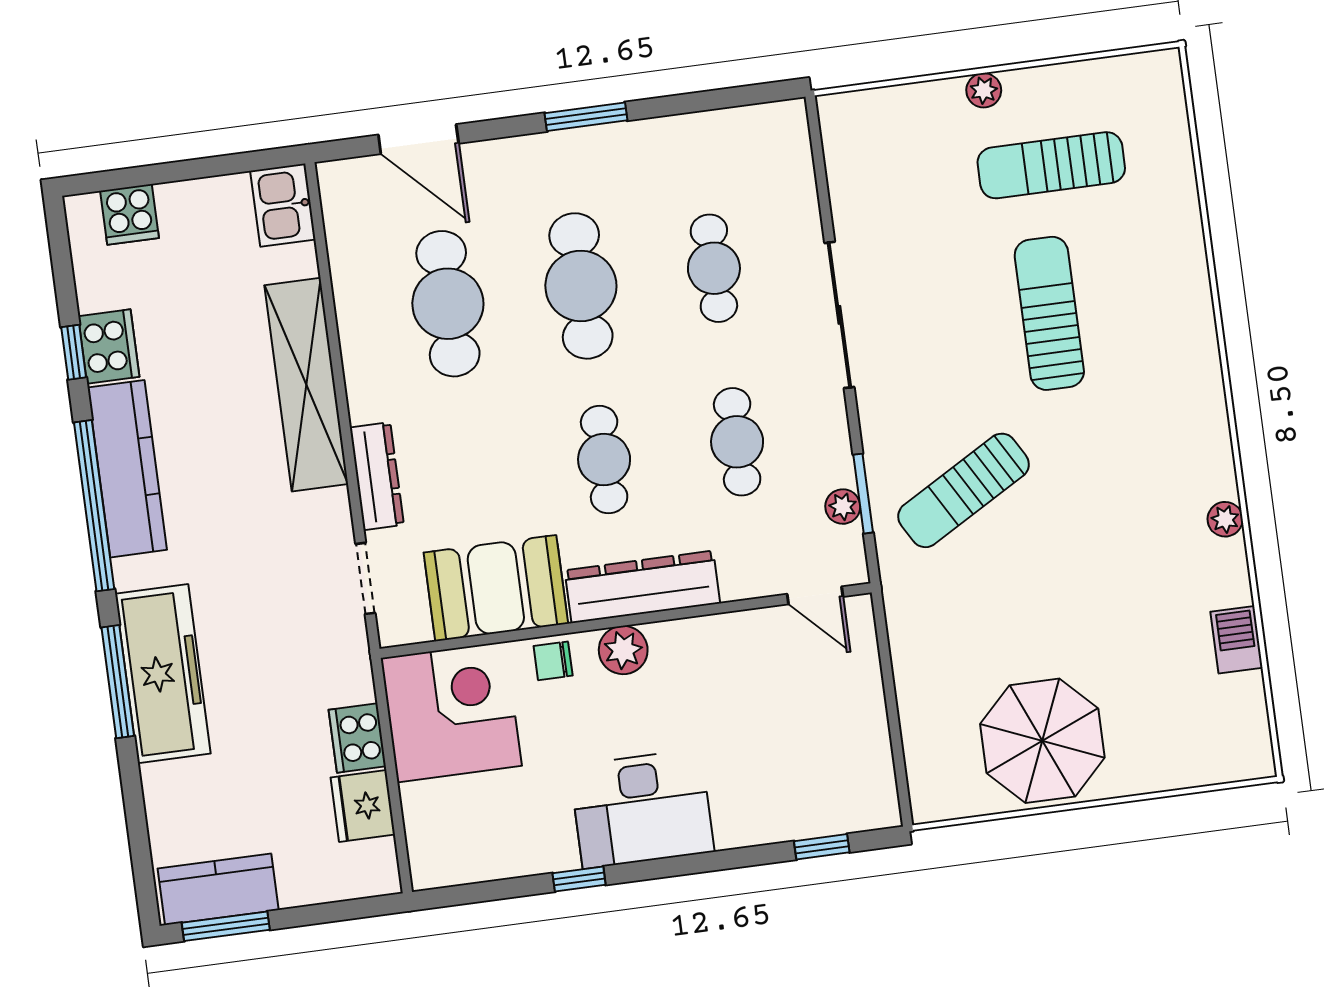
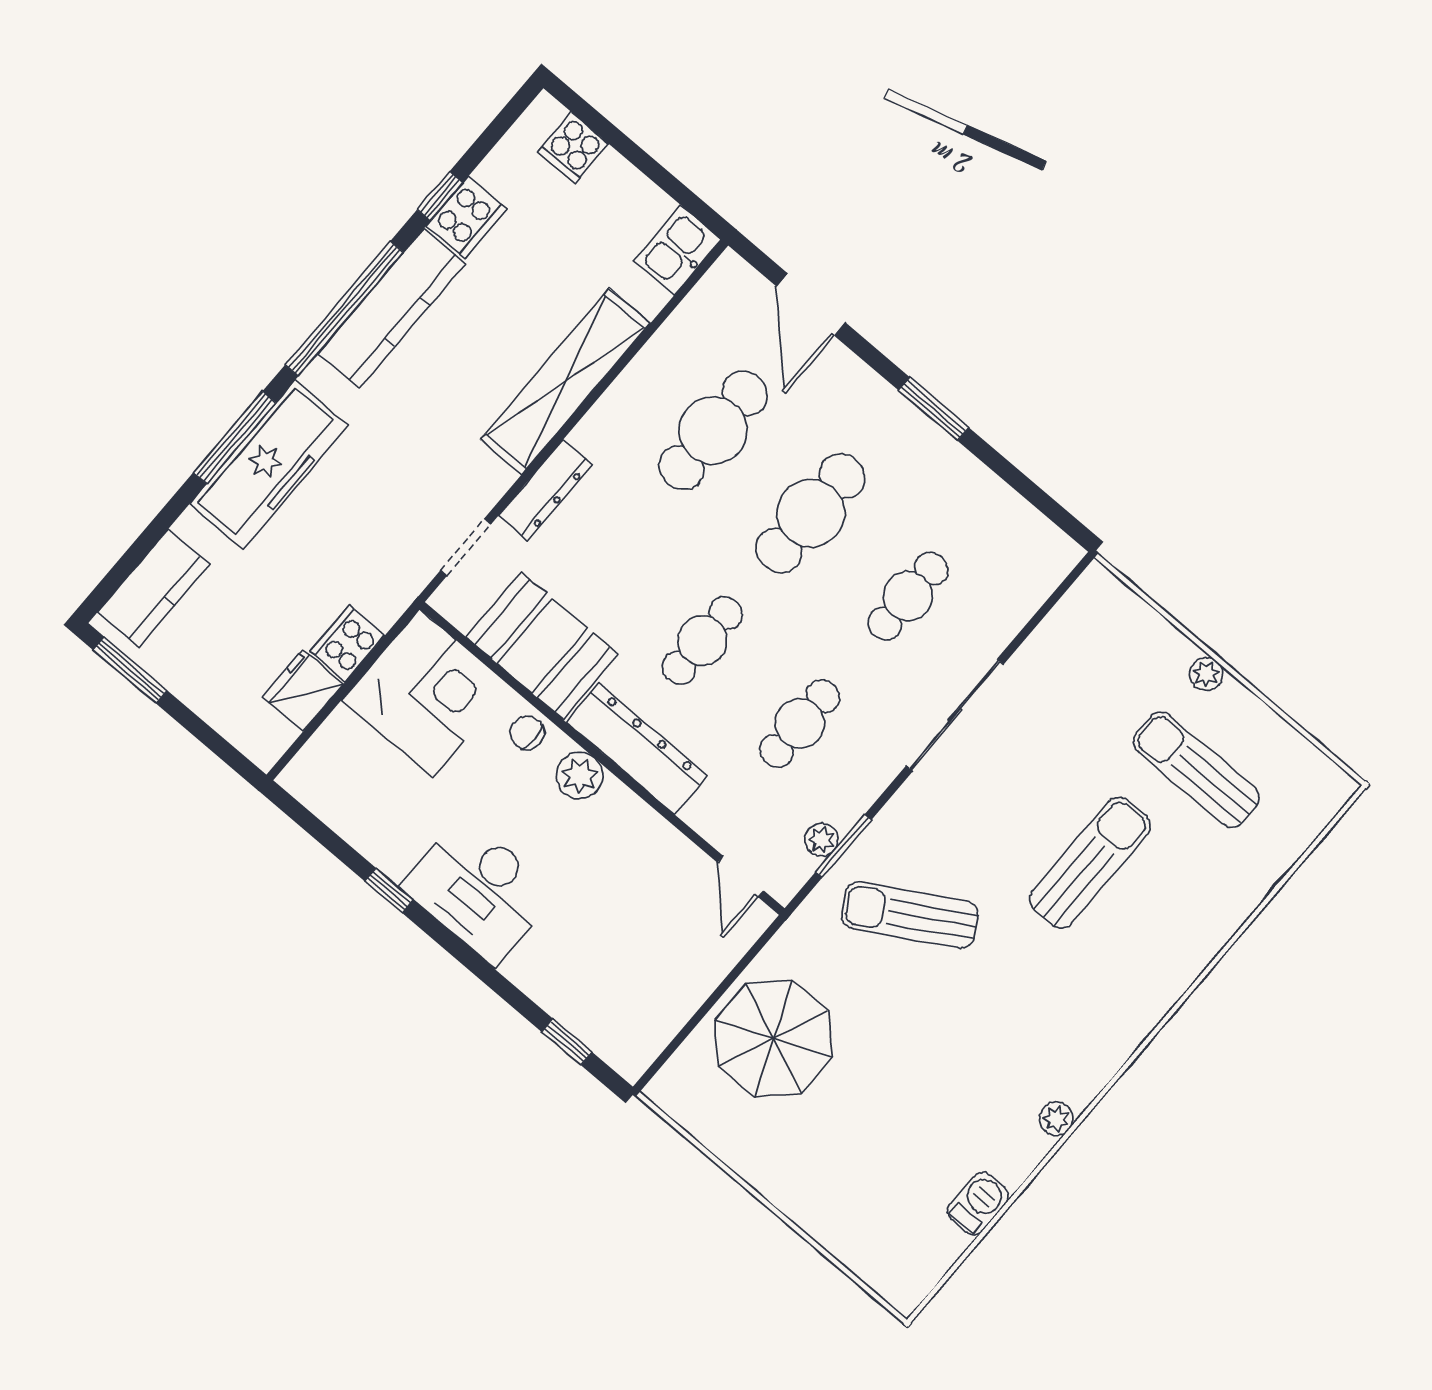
parasol: (1042, 741) -> (773, 1039), moved
kitchen counter: (218, 889) -> (153, 588), moved, turned 90

